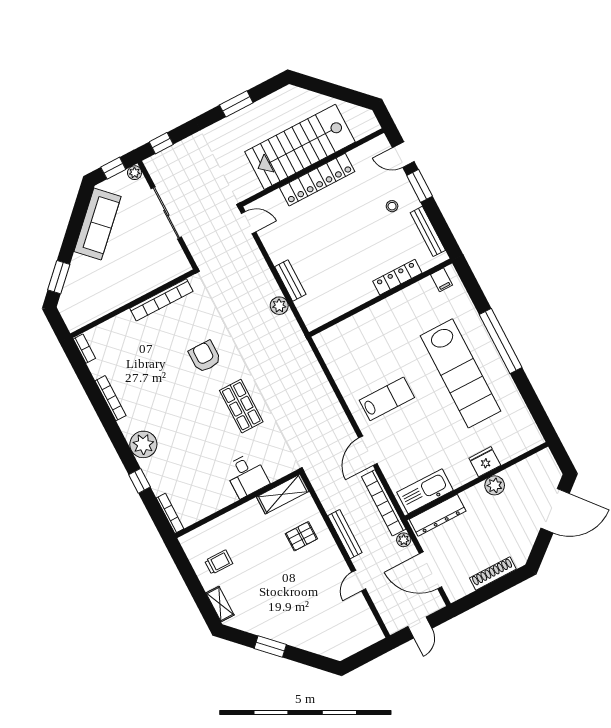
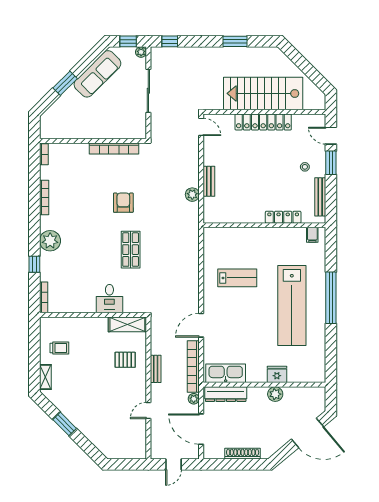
window: (59, 277) -> (65, 83), moved
lab bench: (387, 399) -> (237, 278), moved
bench: (345, 534) -> (156, 369), width x0.73

